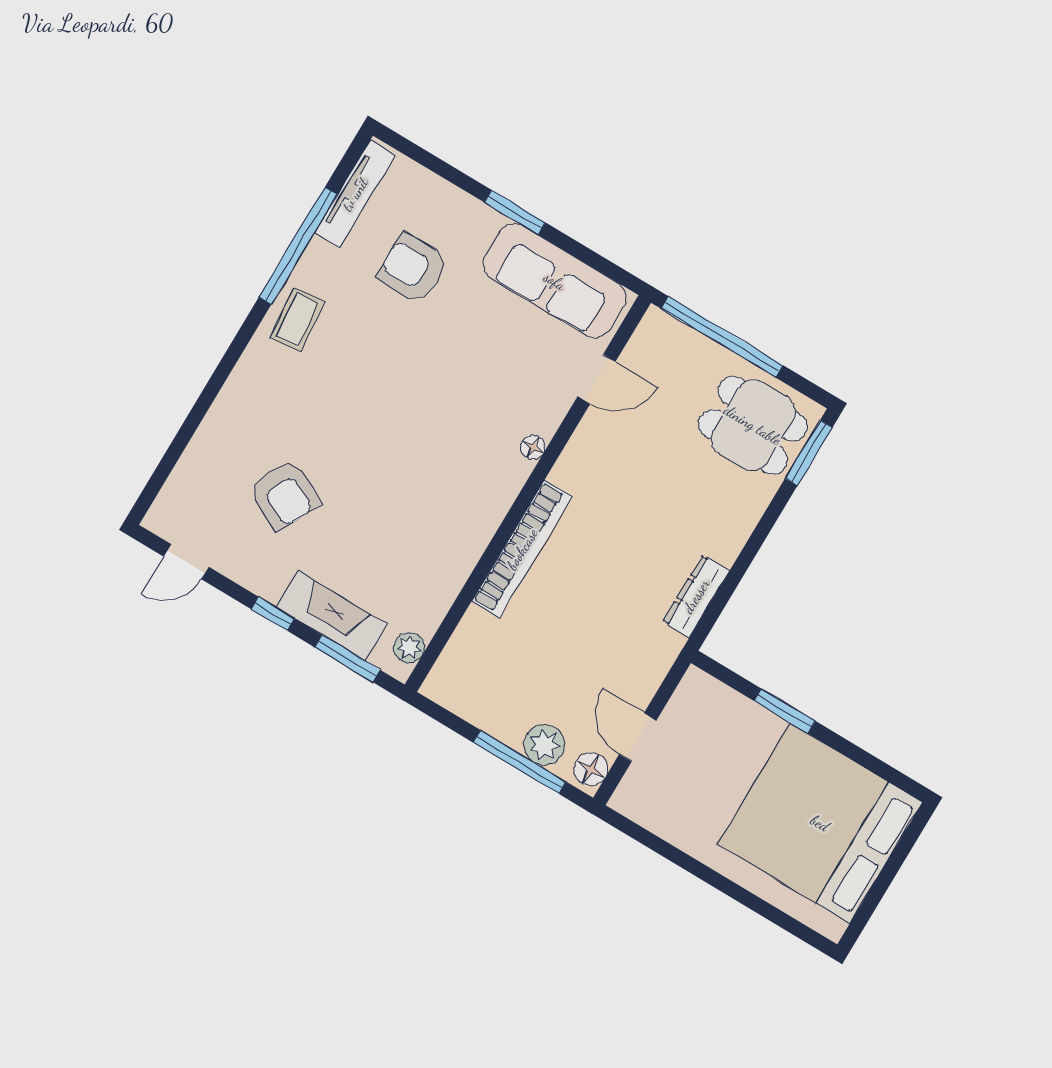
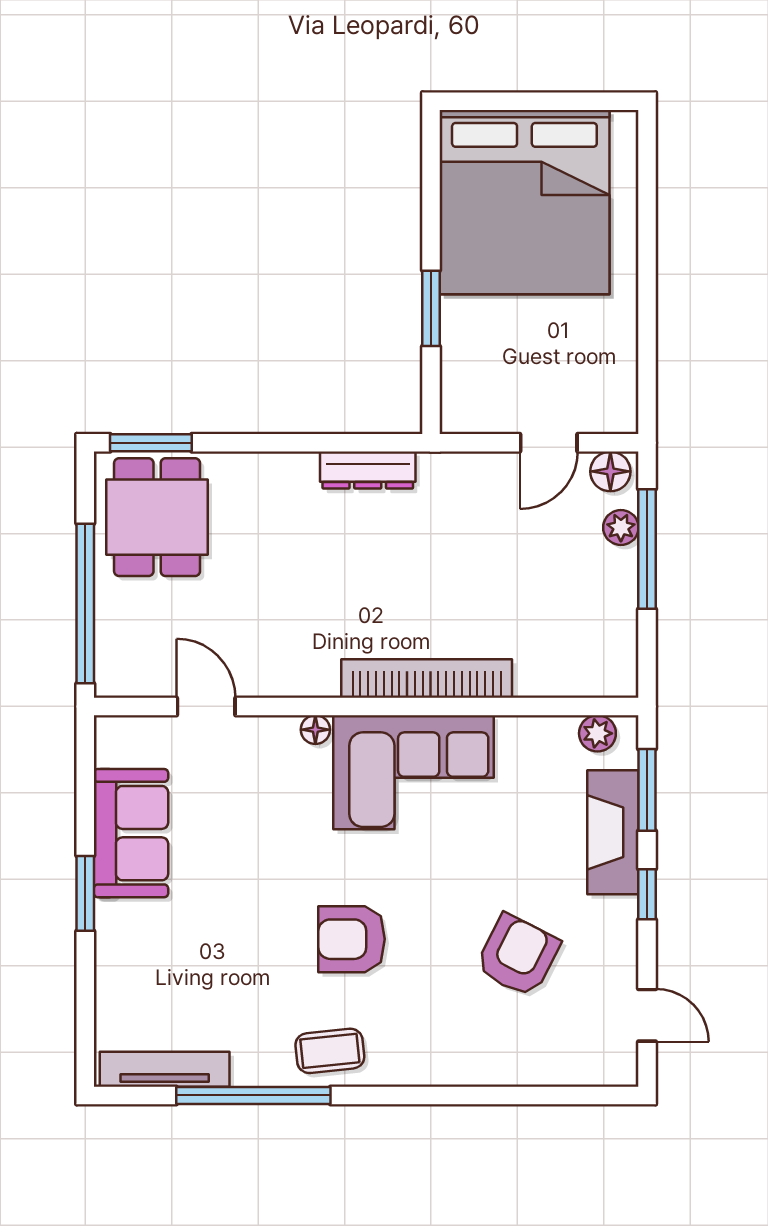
armchair: (413, 268) -> (352, 939), moved, turned 90
sofa: (555, 281) -> (131, 833), width x0.73
corner sofa: (460, 499) -> (414, 772), added
plant: (544, 745) -> (621, 528), width x0.73, depth x0.73

